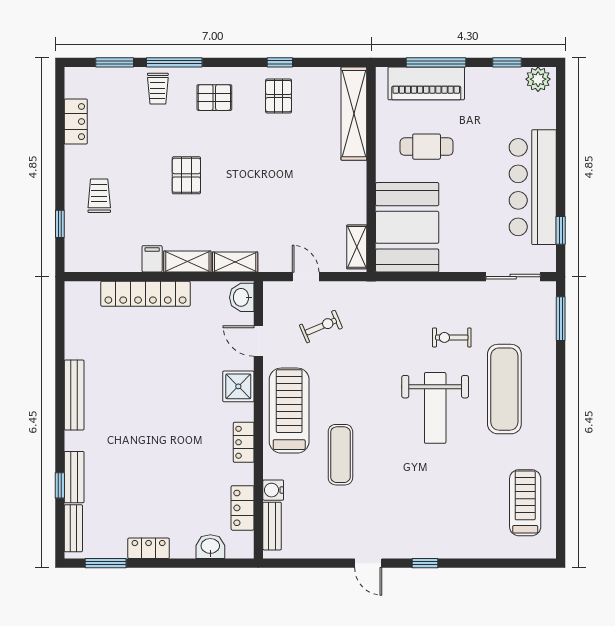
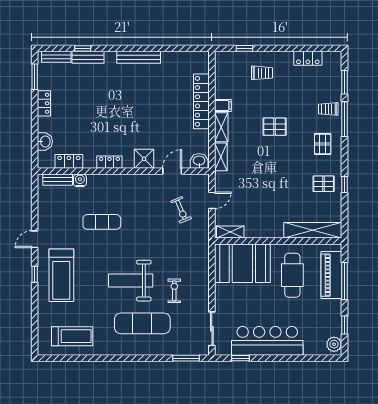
cafe table: (427, 147) -> (292, 275), width x1.37, depth x1.35
treadmill: (289, 411) -> (61, 275), moved, turned 90

